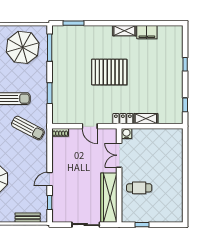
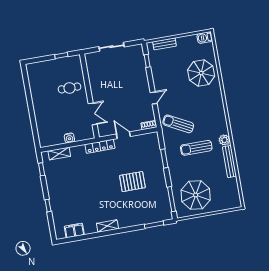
filing cabinet: (147, 32) -> (74, 230), moved
pallet: (109, 72) -> (132, 182), moved, width x0.73, depth x0.71
locker: (123, 119) -> (100, 146), width x1.53
shelving: (146, 119) -> (59, 153), moved
water cooler: (126, 134) -> (69, 138), moved
door: (50, 179) -> (154, 98), moved
wardrobe: (109, 198) -> (95, 74), removed

